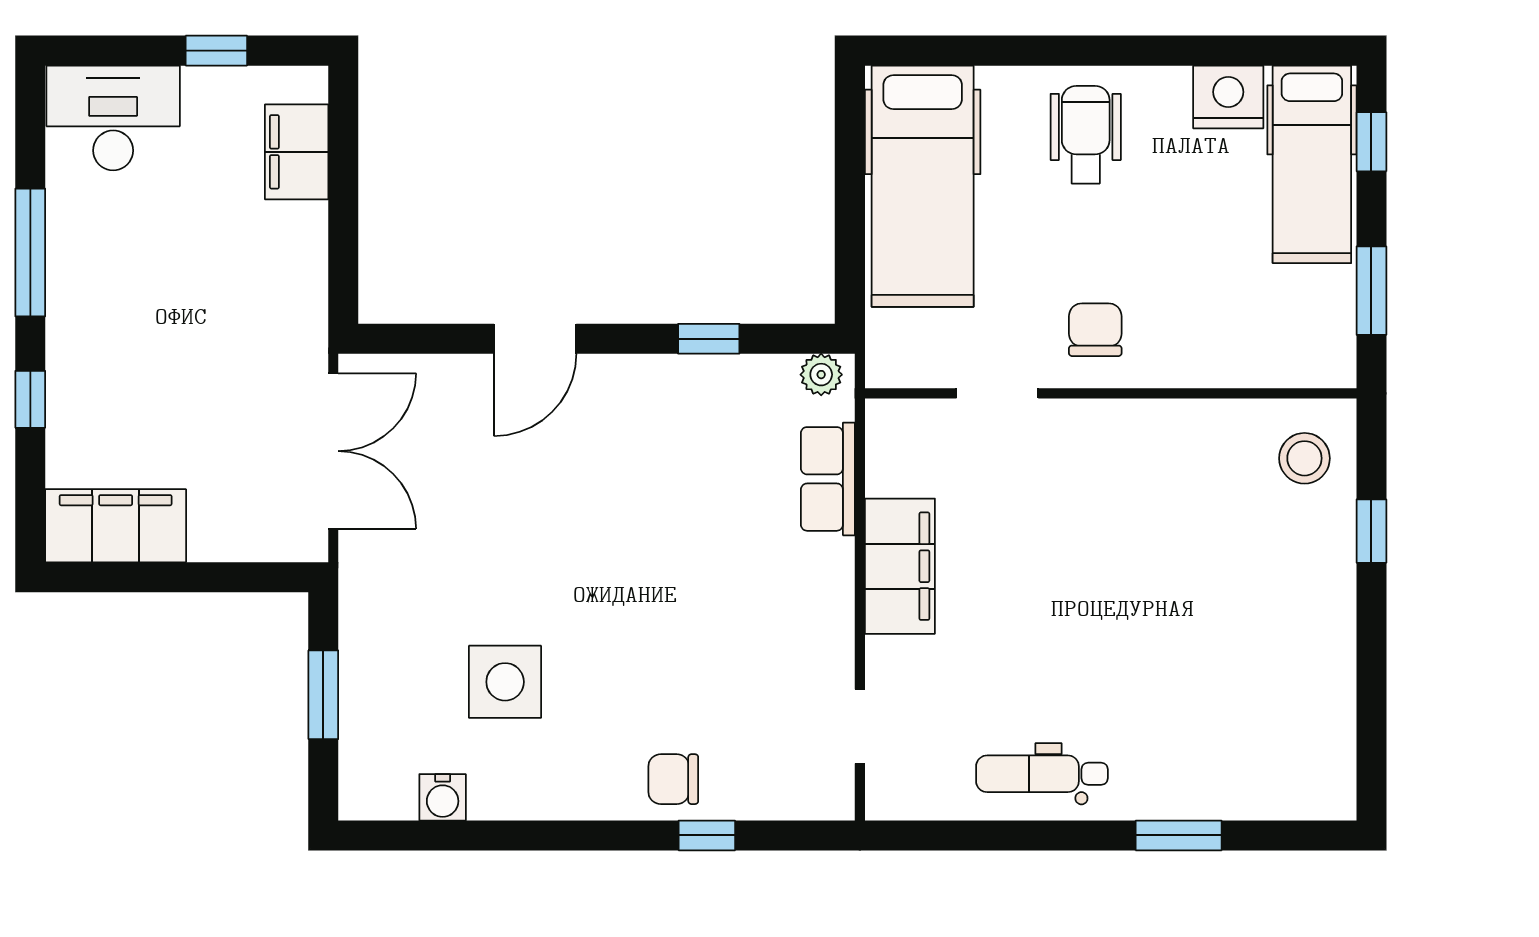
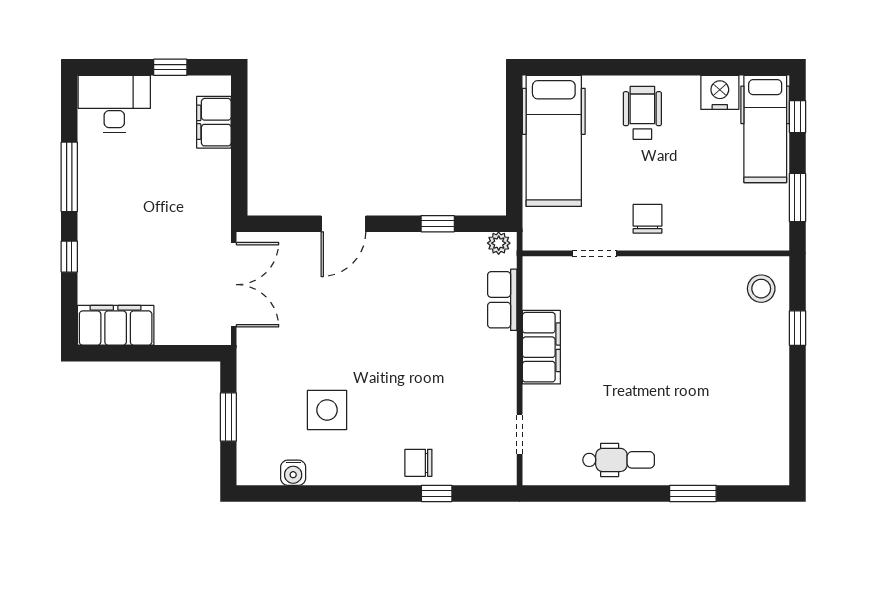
dental chair: (1042, 774) -> (619, 460), turned 180

